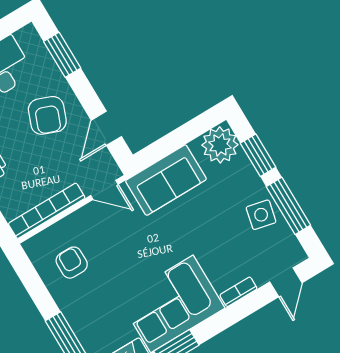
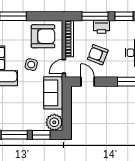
armchair: (47, 115) -> (98, 55), moved
side table: (261, 215) -> (31, 65), moved
armchair: (72, 263) -> (43, 36), width x1.88, depth x1.88

